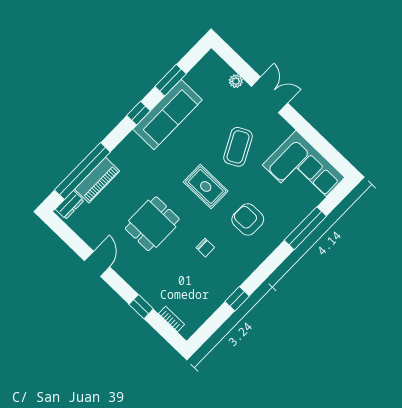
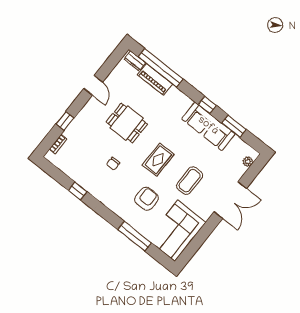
plant: (236, 81) -> (248, 162), moved
double door: (269, 95) -> (230, 200), width x1.37
coffee table: (238, 147) -> (190, 181), turned -63
armchair: (248, 219) -> (147, 199), moved
door: (97, 264) -> (93, 85), hinge flipped

